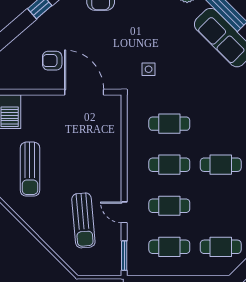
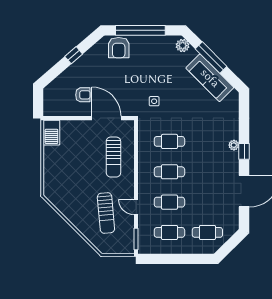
armchair: (52, 61) -> (83, 95), turned 180
cafe table: (221, 165) -> (207, 172), removed
sun lounger: (30, 169) -> (113, 157), moved

